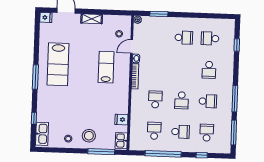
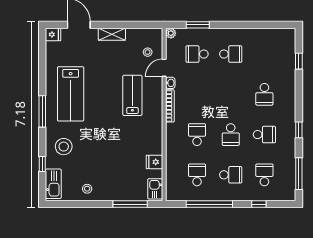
school desk: (210, 38) -> (197, 54), moved
window: (235, 99) -> (299, 130), width x0.46
stool: (89, 136) -> (64, 147), moved

